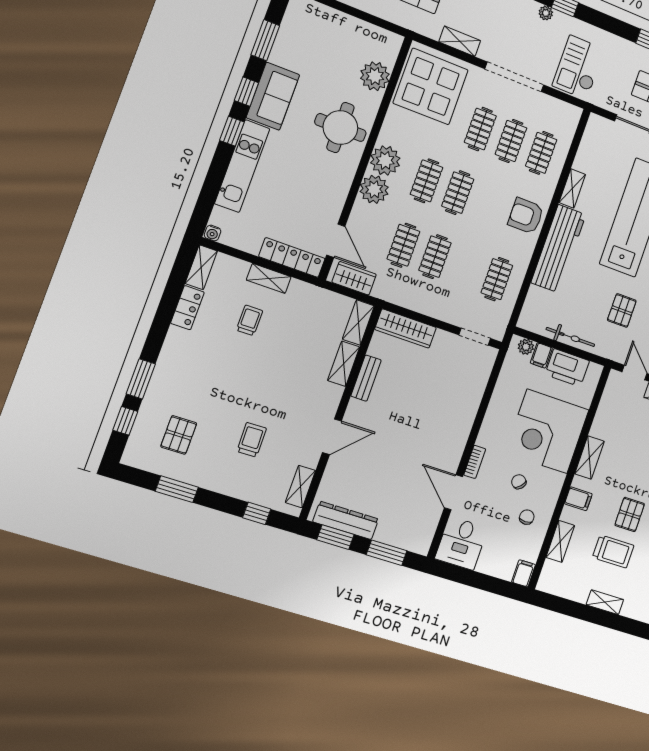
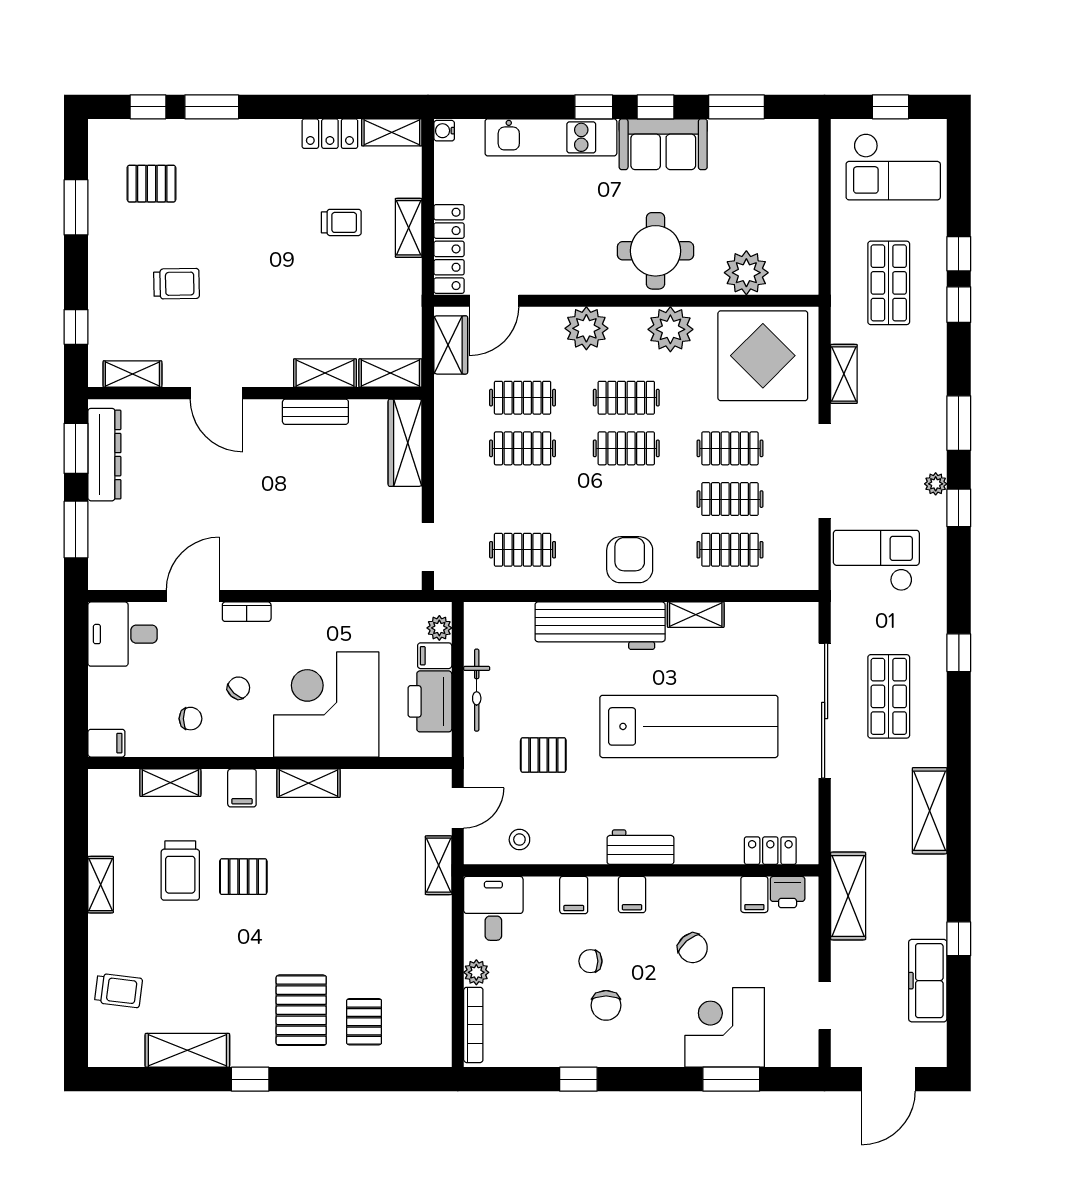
plant: (385, 161) -> (670, 329), moved

